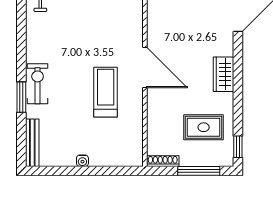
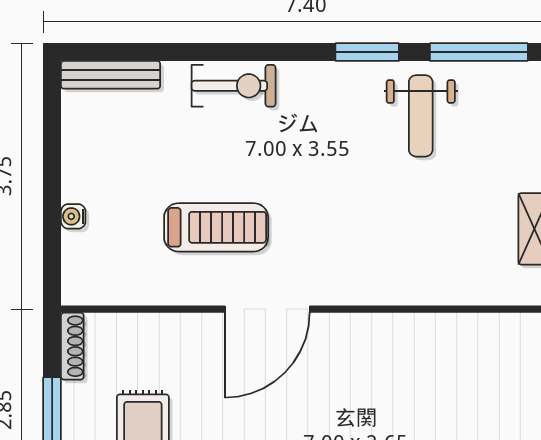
window: (21, 97) -> (367, 52), moved
water cooler: (82, 161) -> (73, 216), moved

